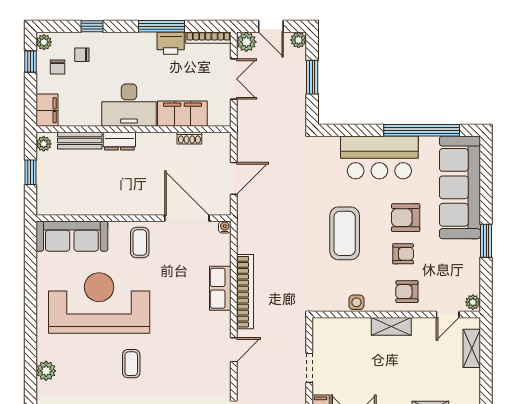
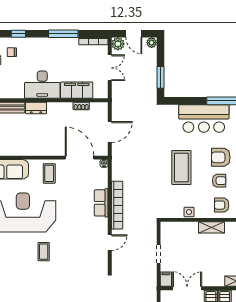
printer: (171, 43) -> (69, 45), removed
window: (312, 77) -> (160, 77), moved

